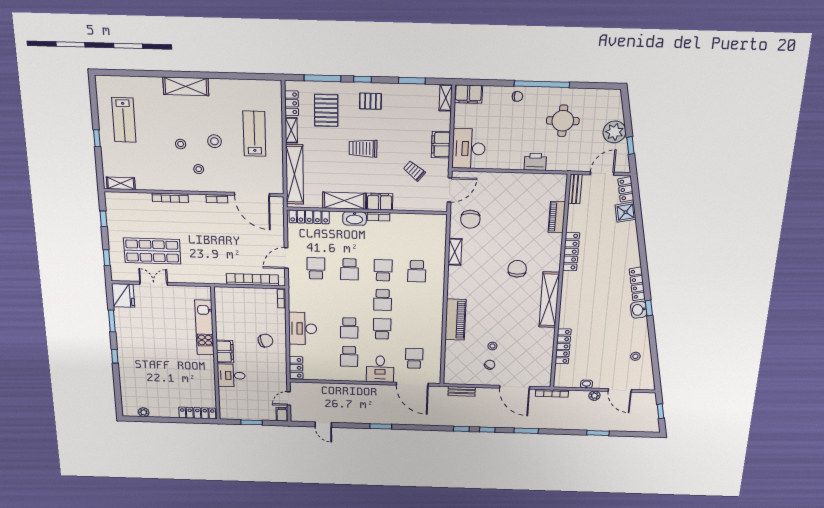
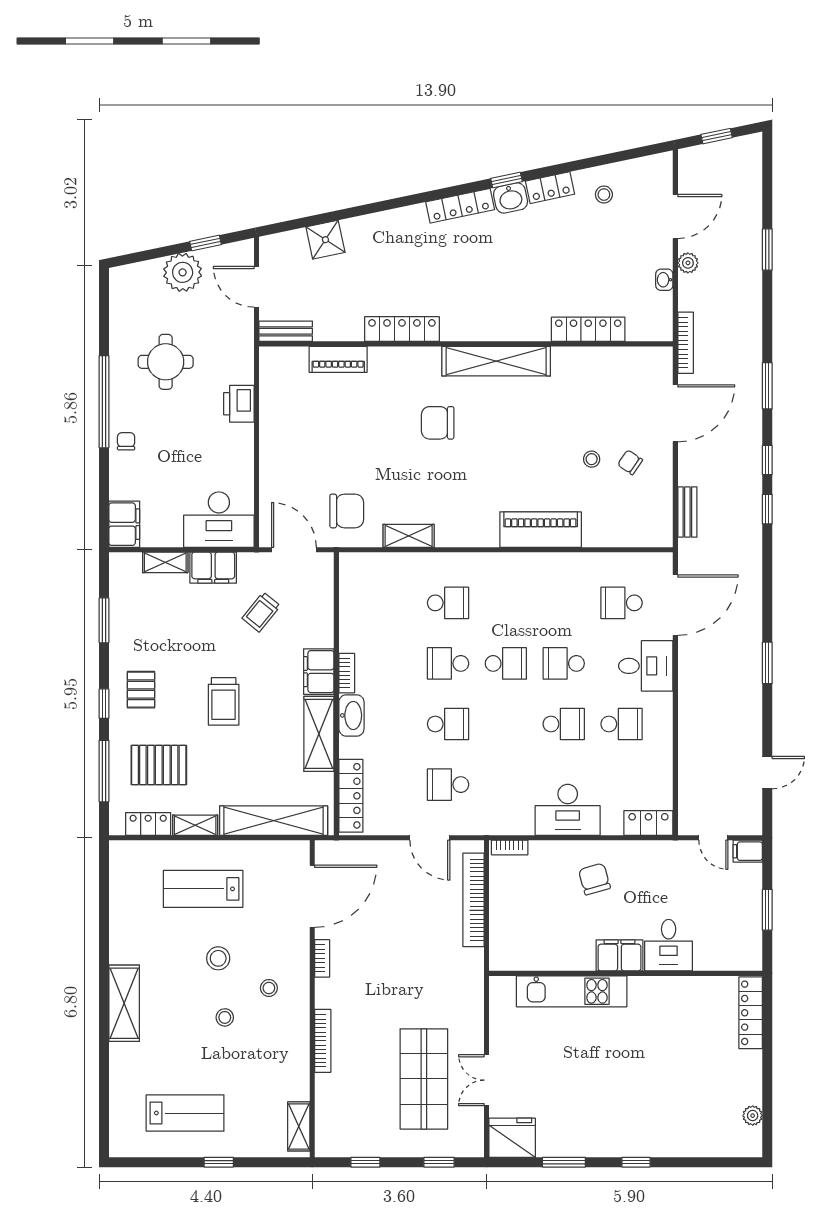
shelving: (446, 98) -> (165, 562), moved
locker: (626, 189) -> (550, 188), moved

